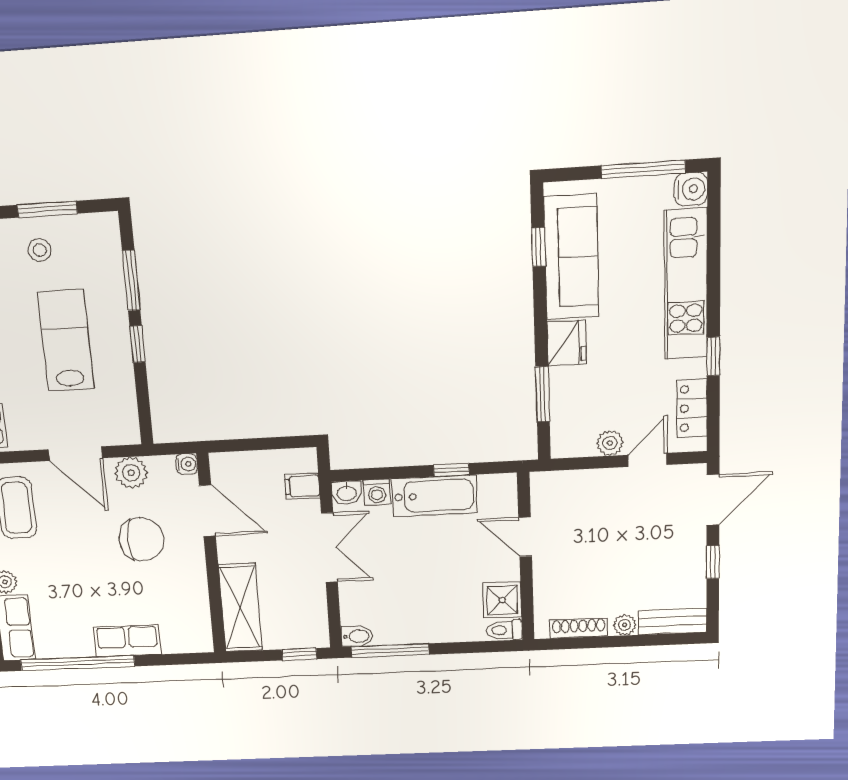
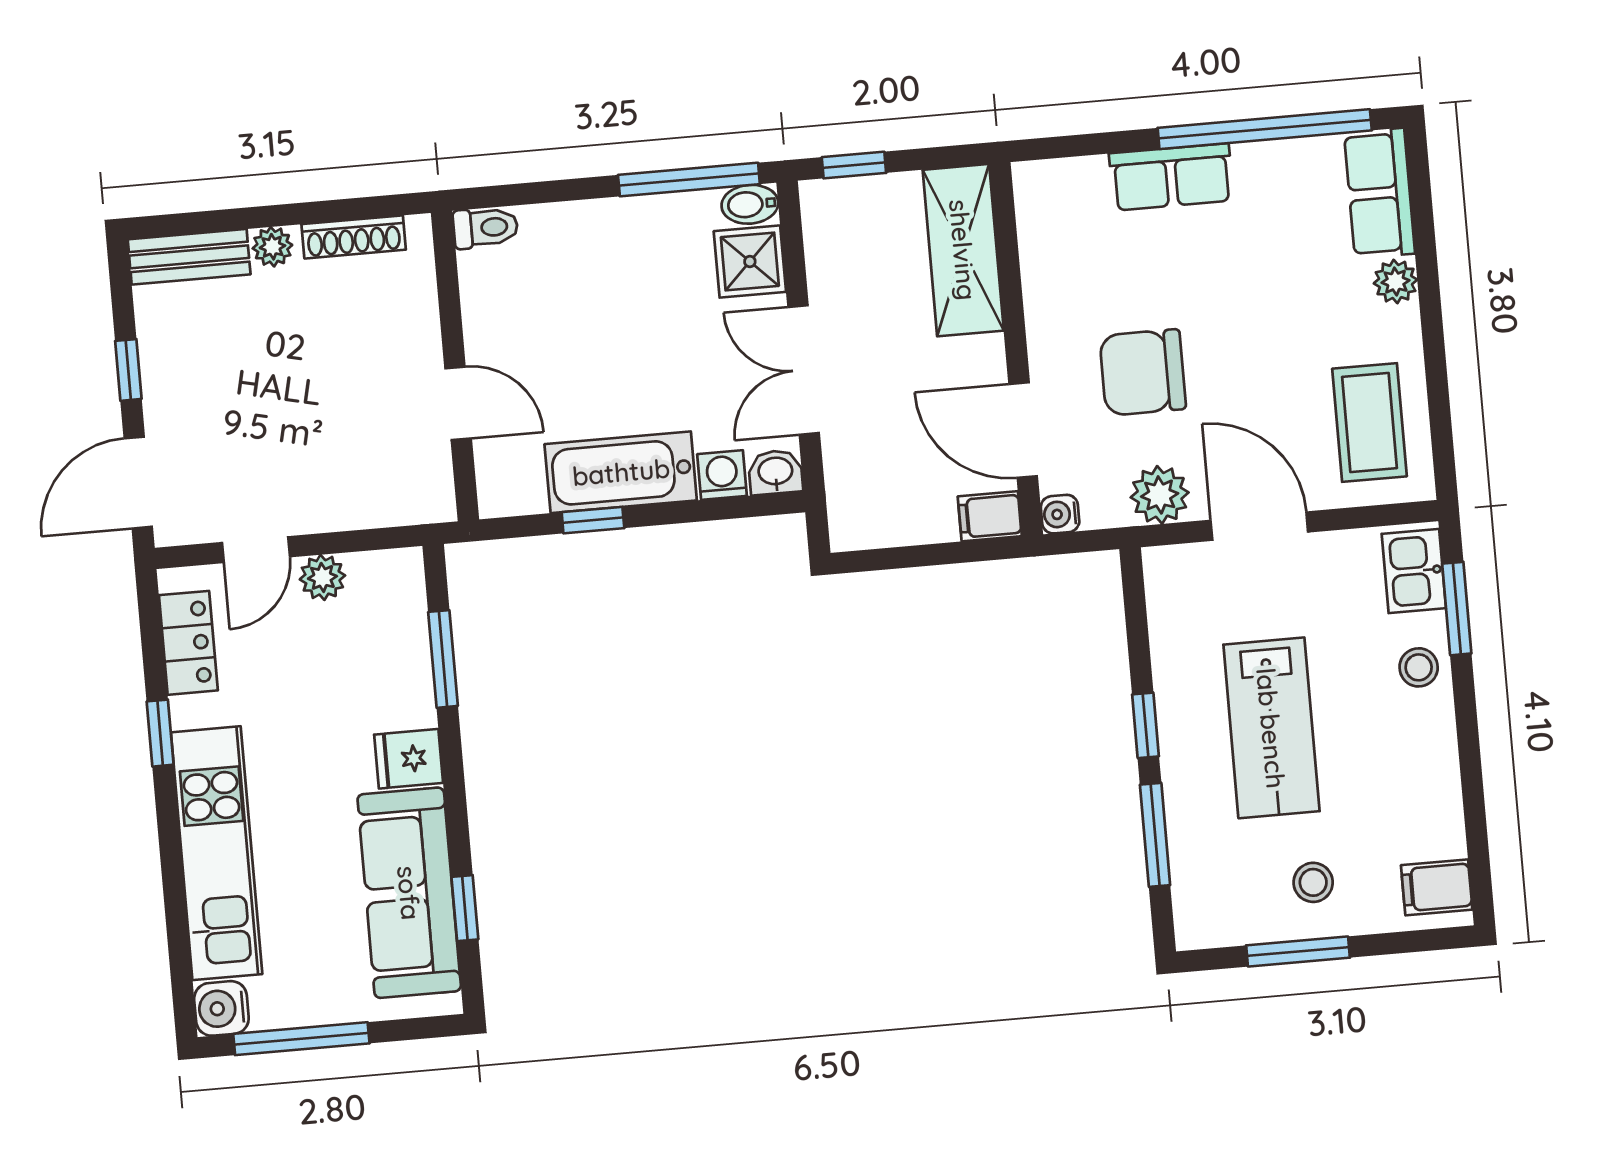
fridge: (567, 343) -> (409, 759), width x0.72
filing cabinet: (302, 486) -> (990, 516), moved, turned 180
shower: (502, 600) -> (750, 262), moved

